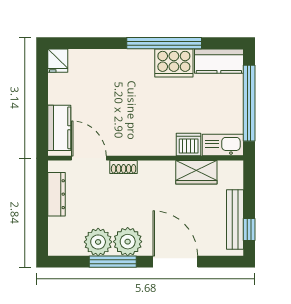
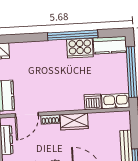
door: (89, 158) -> (27, 115), swing flipped
wardrobe: (196, 172) -> (74, 122), moved

